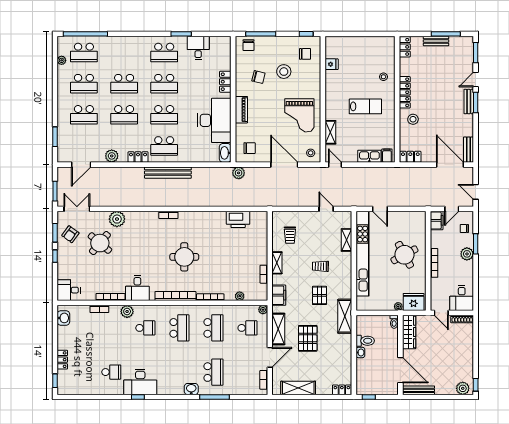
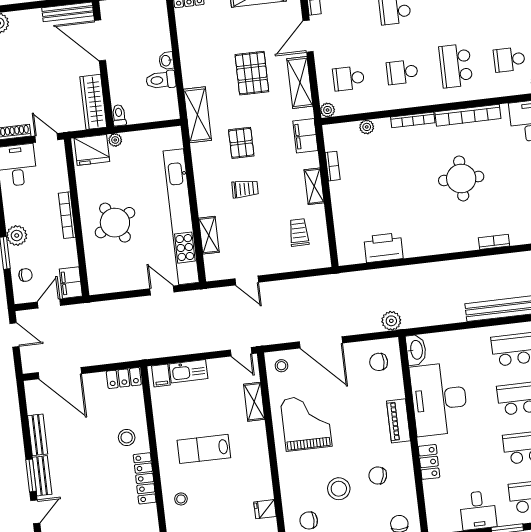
bench: (469, 150) -> (38, 435), moved
school desk: (213, 328) -> (402, 72), width x0.54

